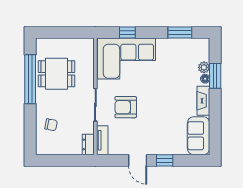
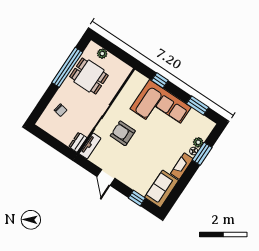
plant: (55, 44) -> (102, 54), added
corner sofa: (126, 59) -> (161, 108), moved
window: (165, 160) -> (137, 198), moved

